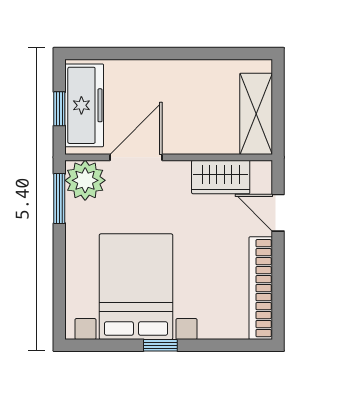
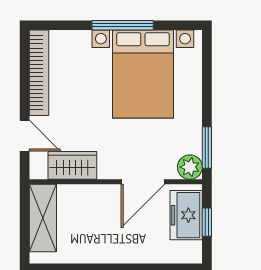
freezer: (84, 105) -> (186, 215), width x0.71
plant: (85, 180) -> (190, 167), width x0.73, depth x0.73
window: (160, 345) -> (123, 25), width x2.17

